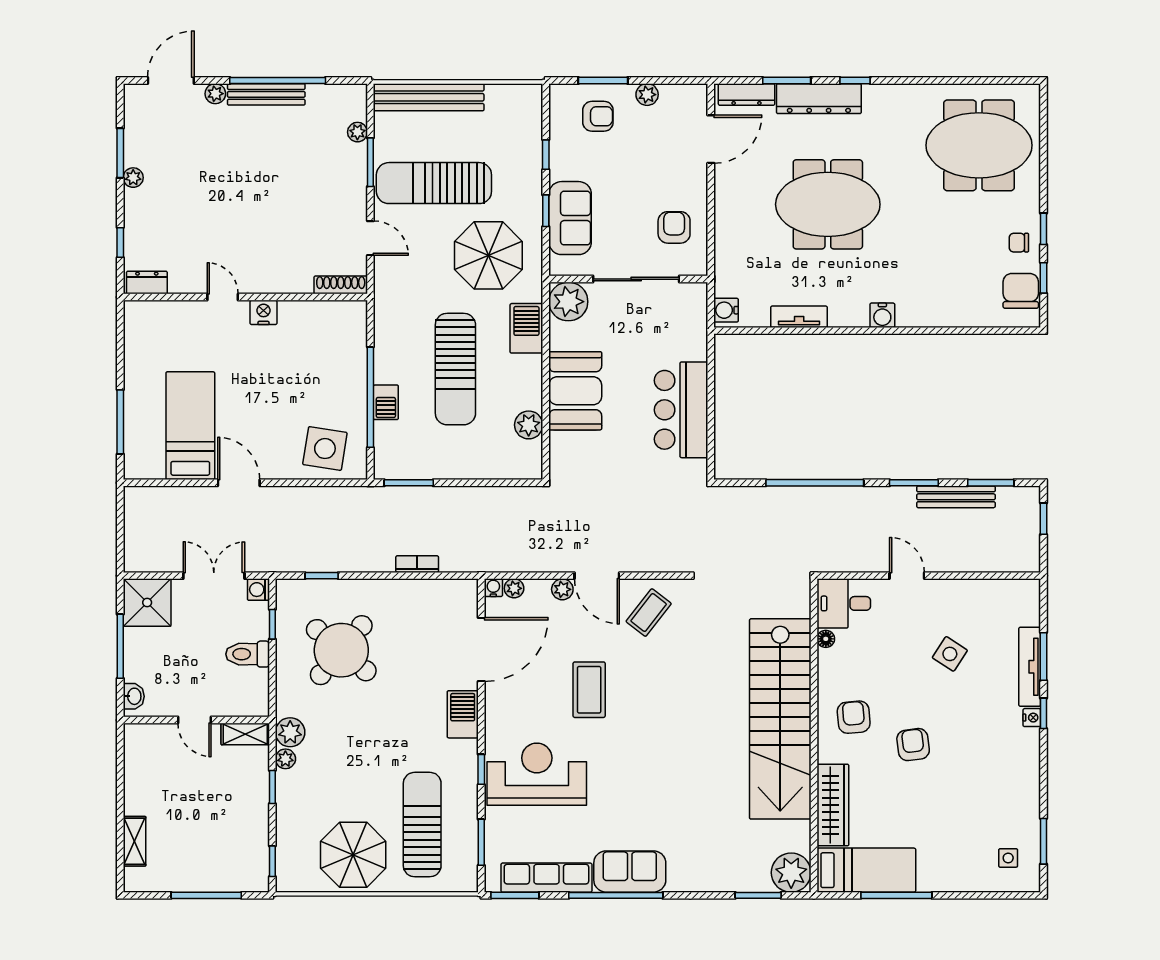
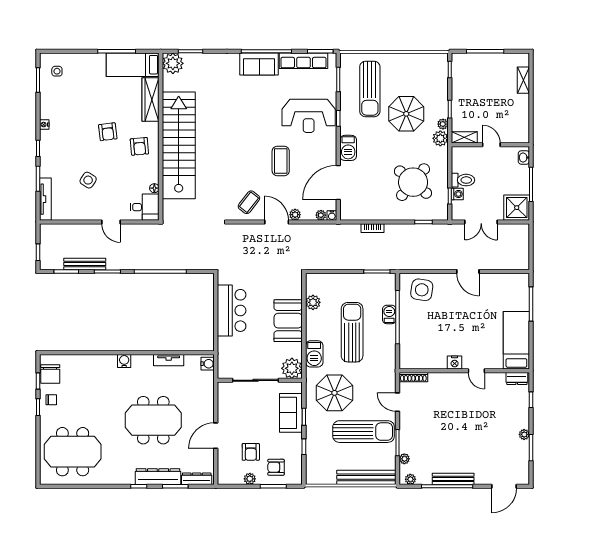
plant: (215, 94) -> (410, 479), moved
door: (711, 139) -> (216, 436), moved
armchair: (674, 227) -> (251, 452), moved
bed: (190, 426) -> (516, 340), moved, turned 180
washing machine: (258, 590) -> (457, 194), moved
tv unit: (1030, 667) -> (45, 199), moved
nightstand: (1032, 718) -> (44, 125), moved
parasol: (353, 855) -> (406, 114), moved

